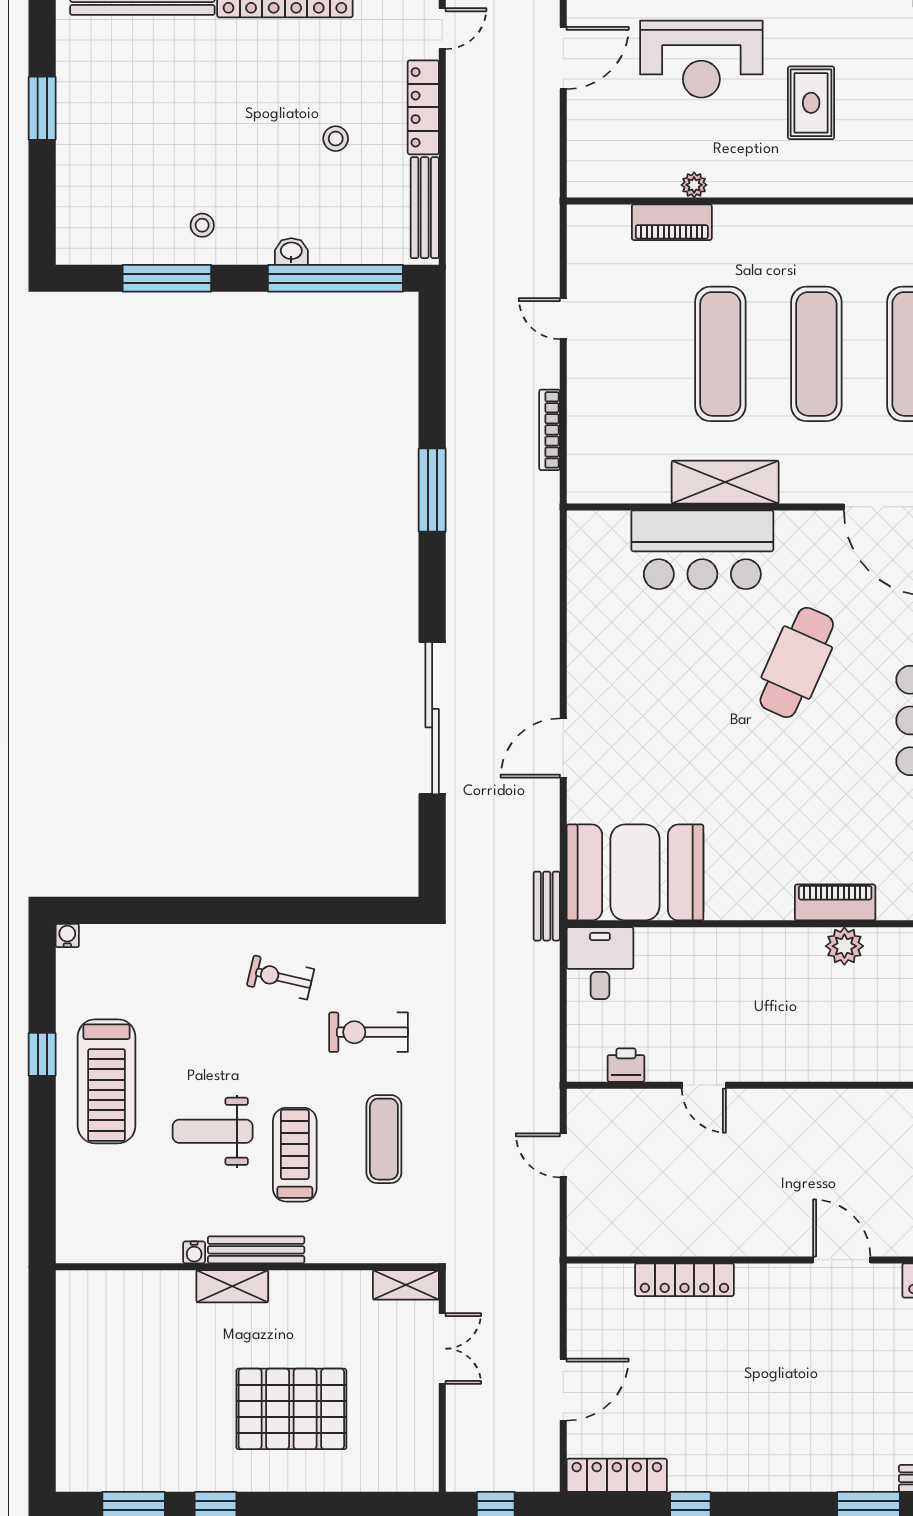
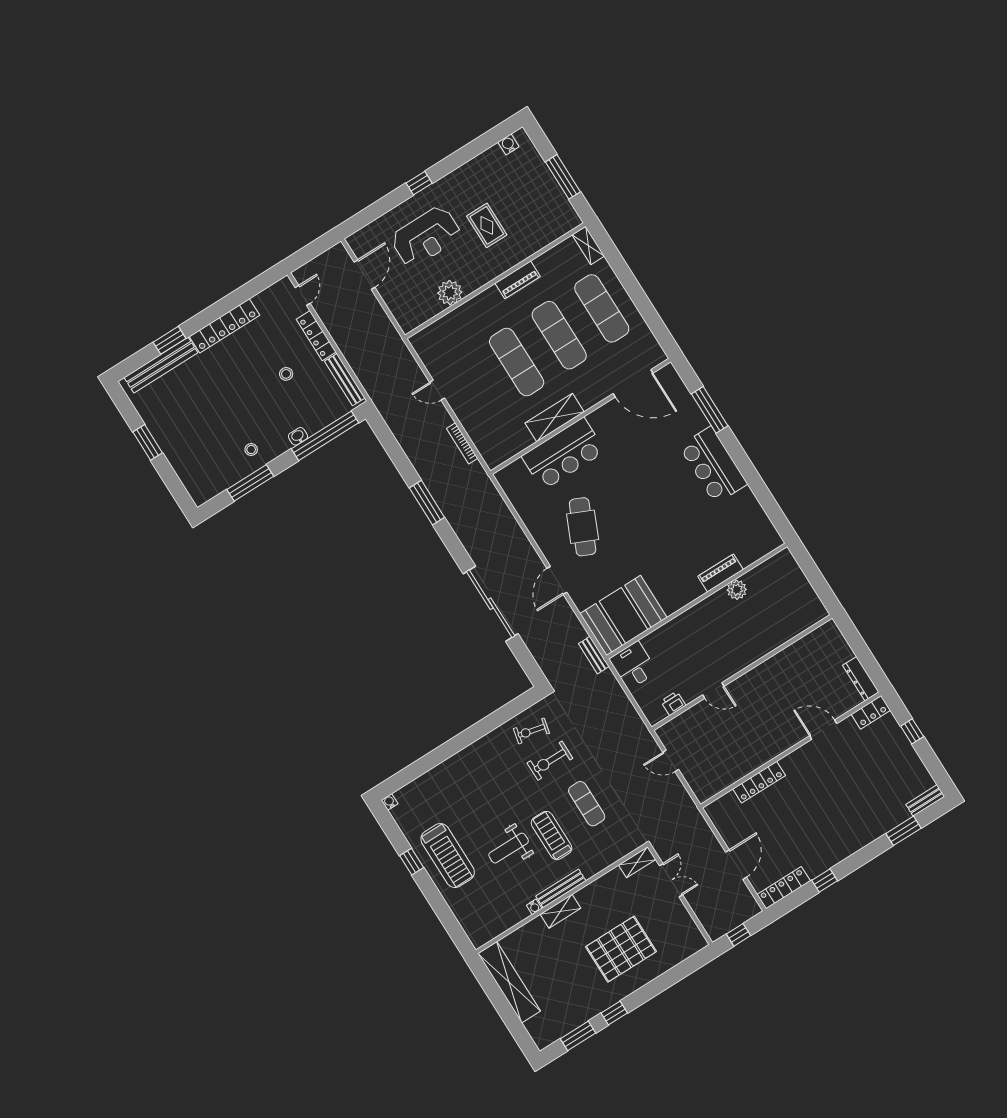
plant: (694, 185) -> (450, 293), width x1.87, depth x1.87
piano: (672, 222) -> (518, 280), moved
cafe table: (797, 662) -> (583, 527), moved
exercise bike: (281, 977) -> (531, 731), moved
shelving: (77, 1349) -> (509, 982), added

